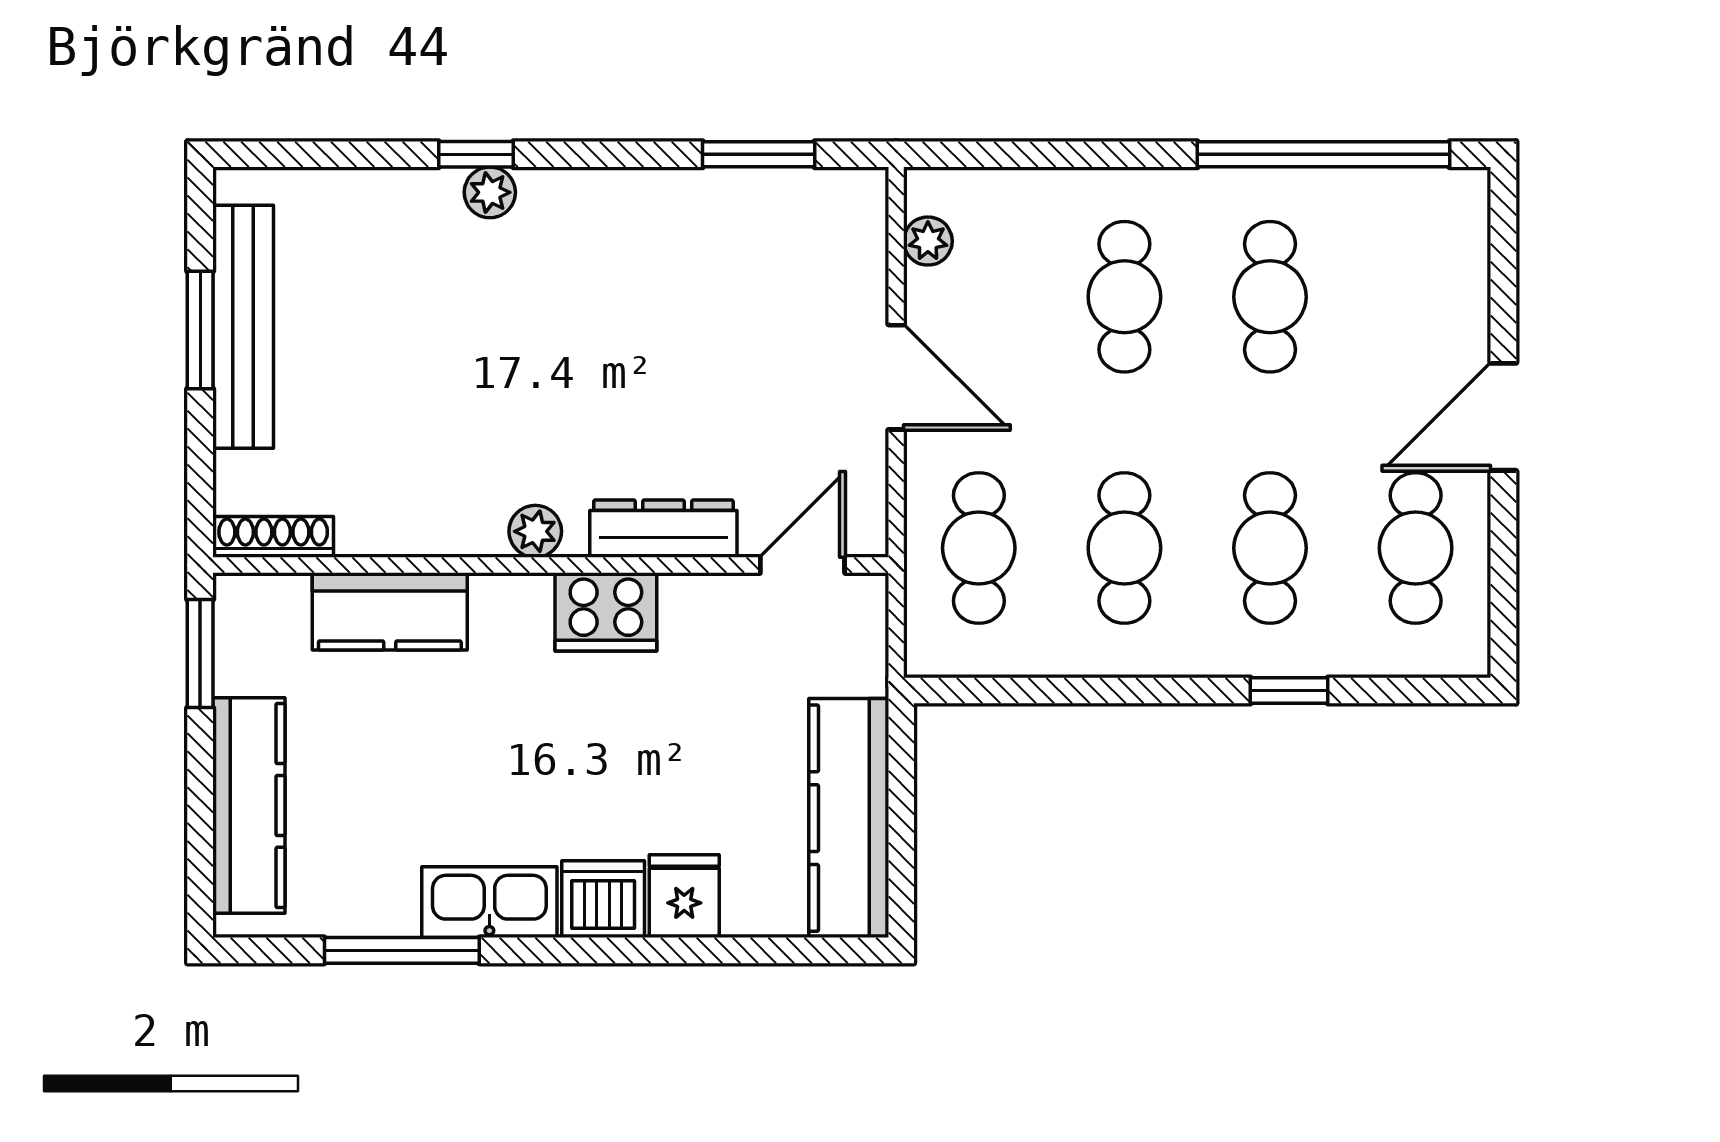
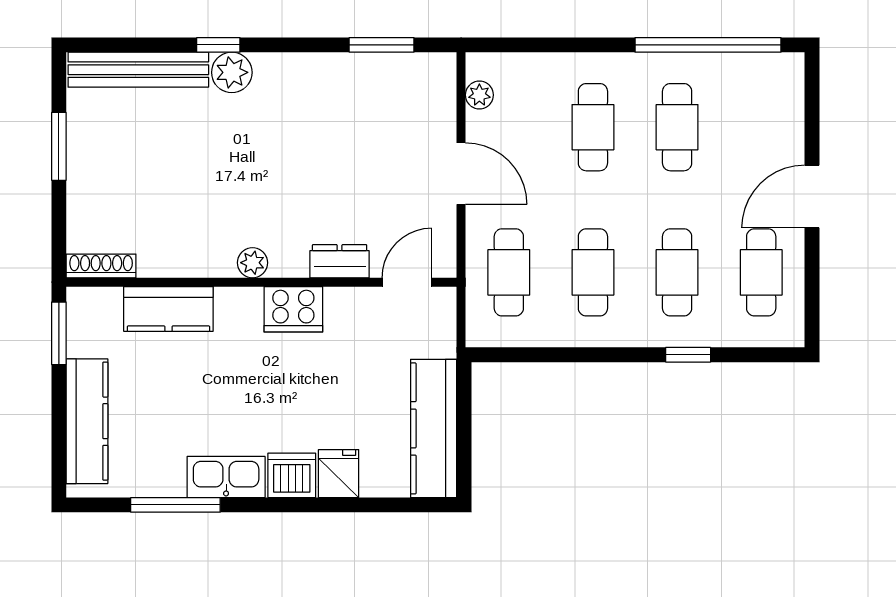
plant: (490, 192) -> (232, 72), width x1.38, depth x1.38
bench: (243, 327) -> (138, 70), moved, turned 90
dresser: (663, 529) -> (340, 261), width x0.70

